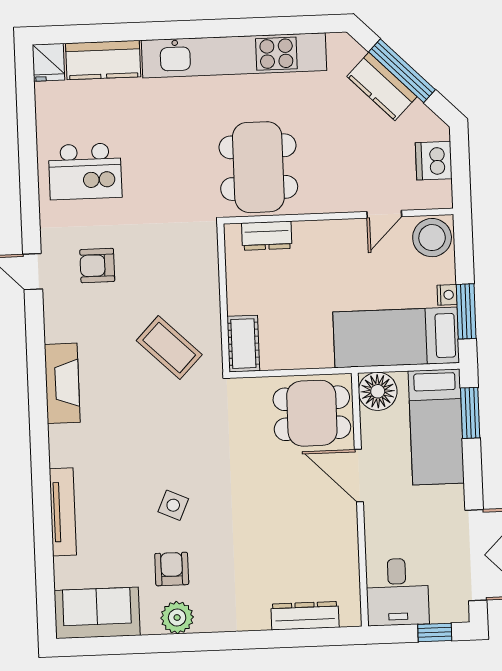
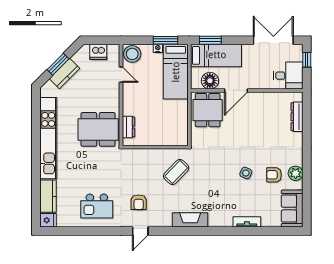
window: (402, 71) -> (58, 64), width x0.69
kitchen island: (85, 171) -> (97, 206), turned 90
cot: (243, 344) -> (176, 139), removed
floor lamp: (378, 391) -> (210, 81), moved
tv unit: (63, 512) -> (247, 222), width x0.71

